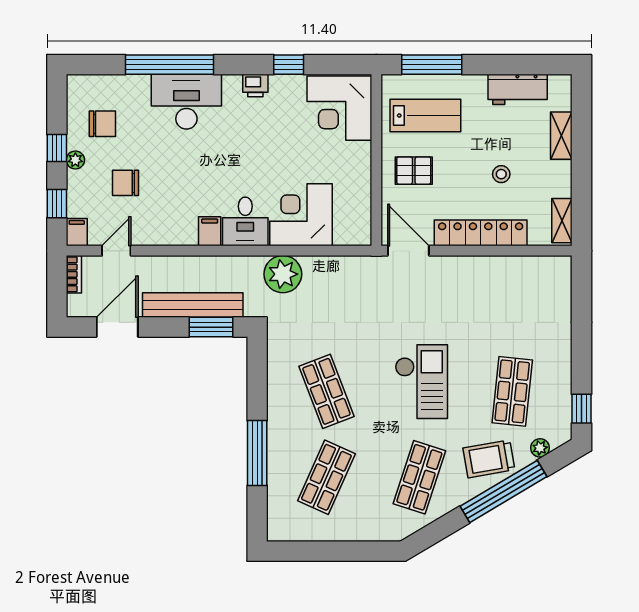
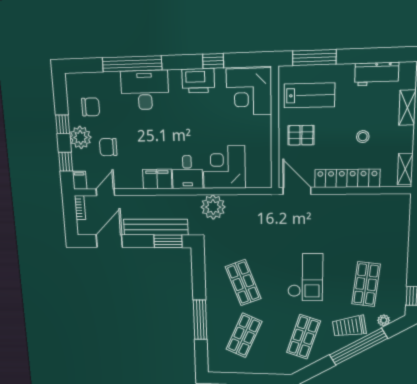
printer: (255, 86) -> (198, 81), width x1.87, depth x1.48
plant: (75, 160) -> (80, 137), width x1.88, depth x1.88
filing cabinet: (210, 231) -> (157, 179), width x2.00

